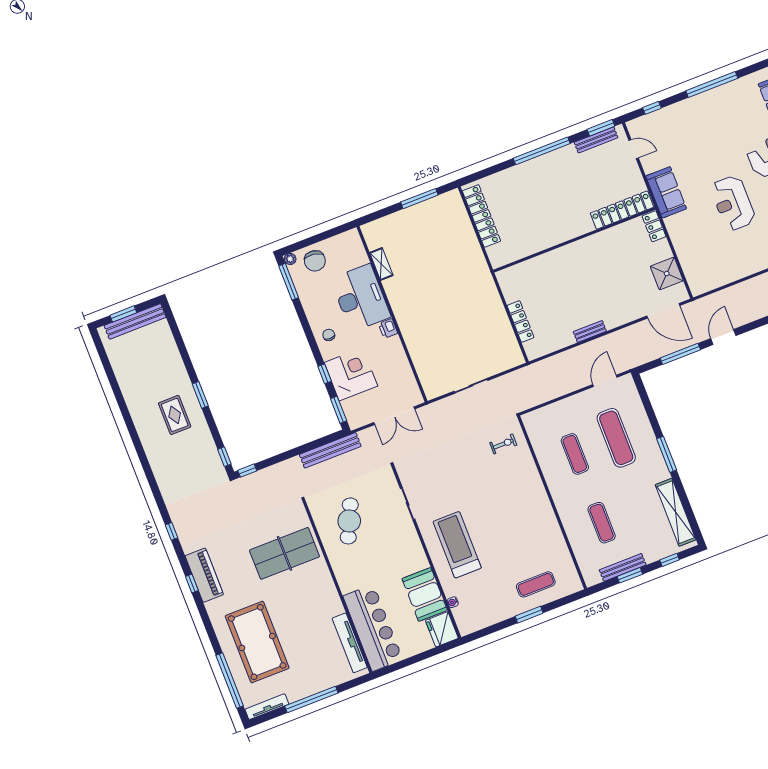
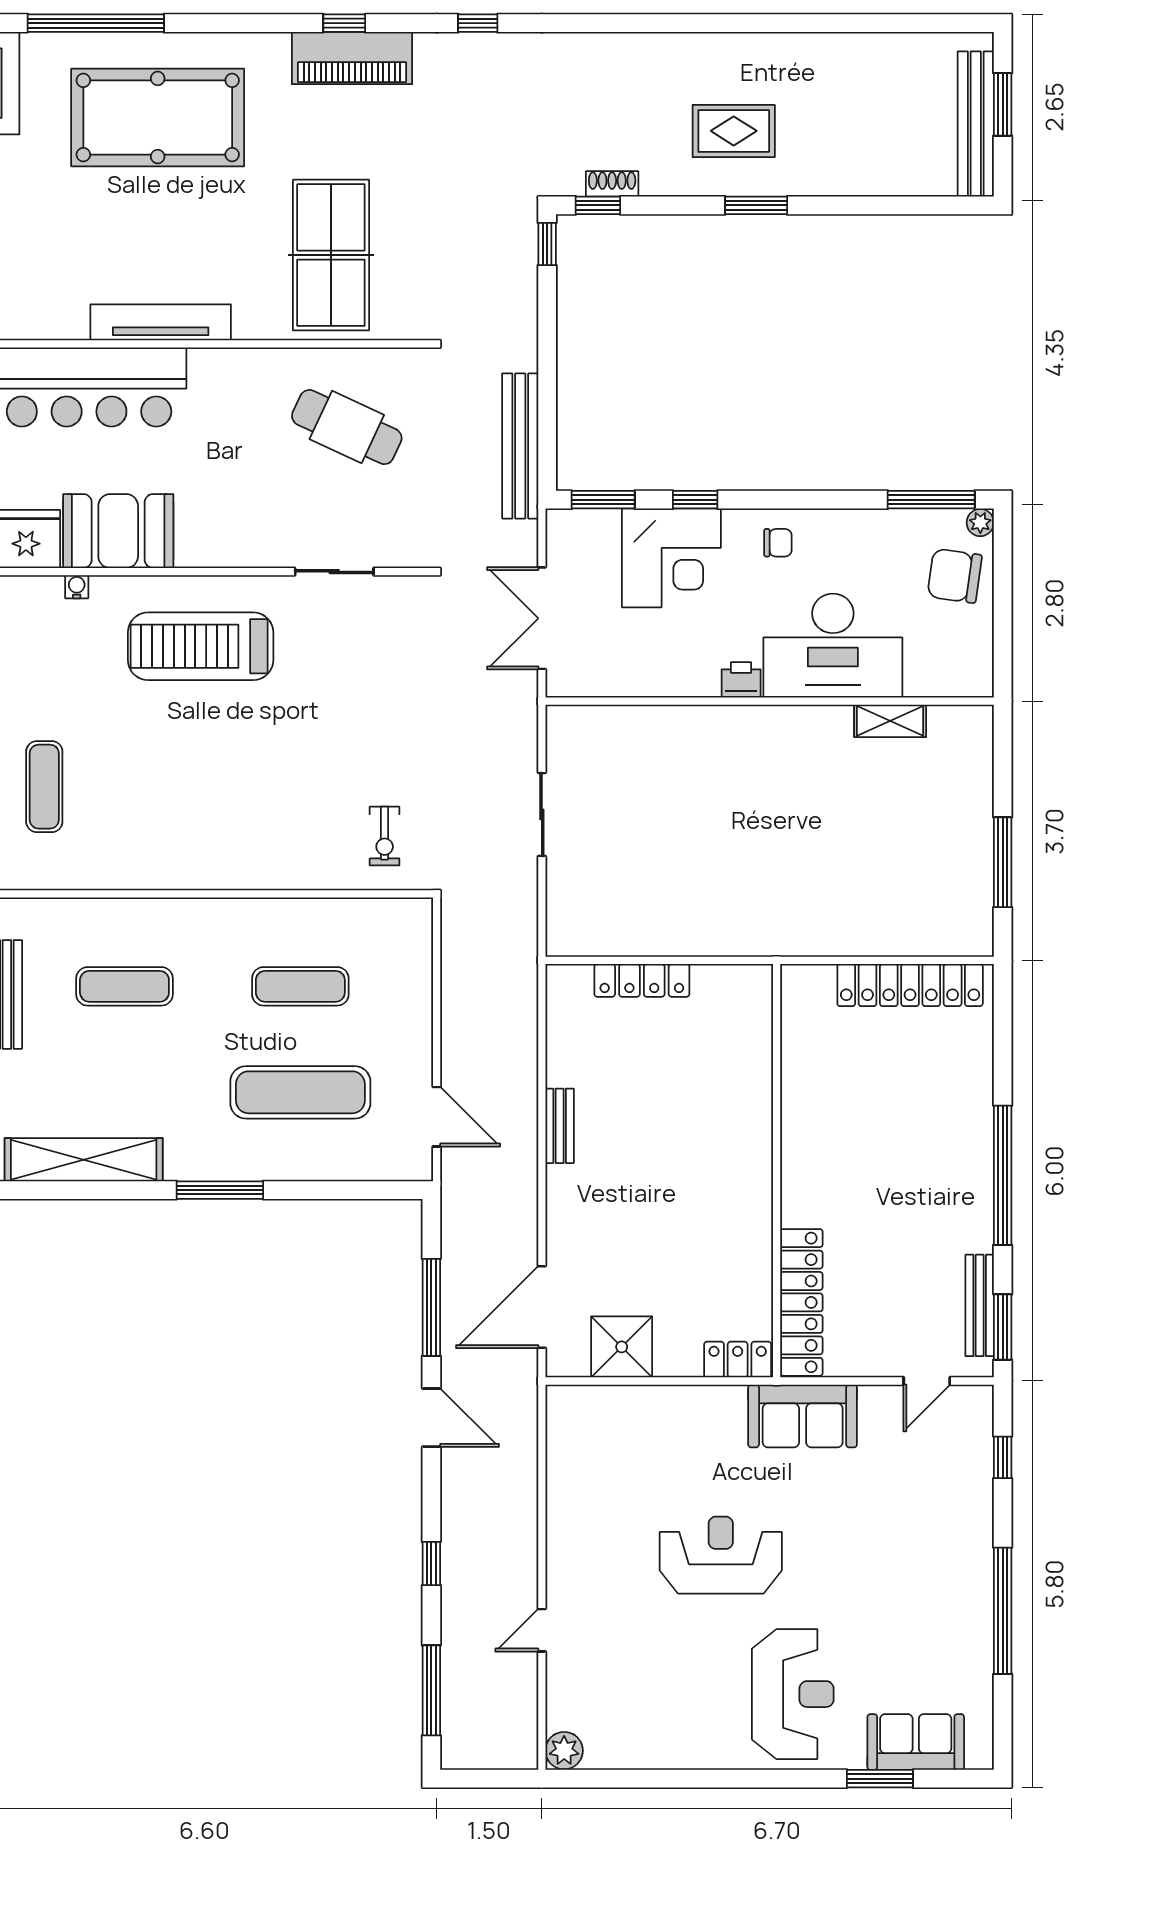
shoe rack: (214, 454) -> (612, 184), added
treadmill: (457, 545) -> (201, 646), turned 180
tv unit: (350, 643) -> (161, 322), moved

